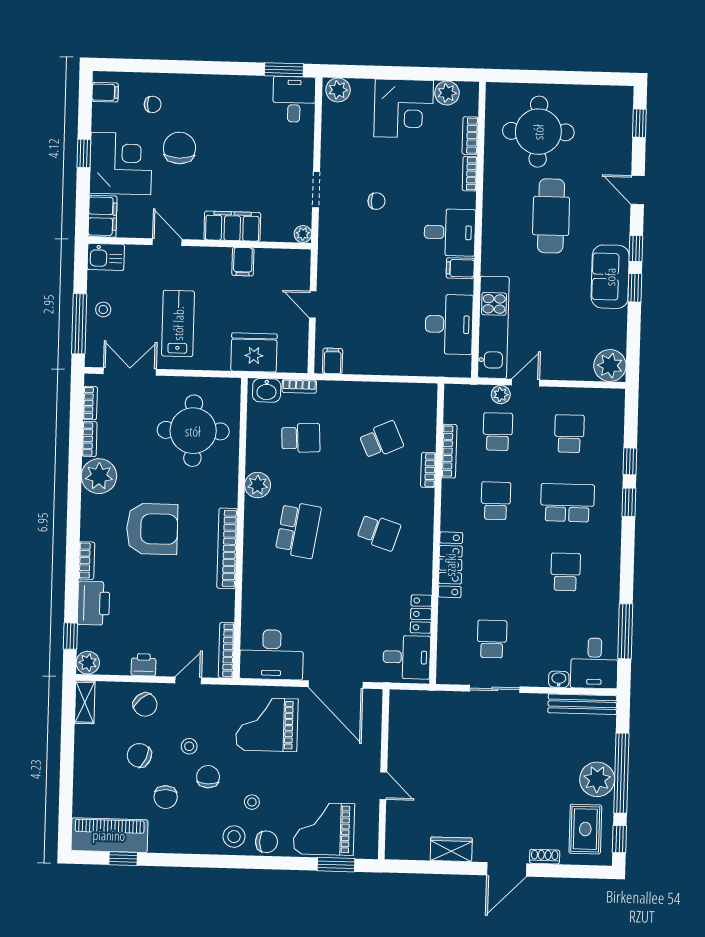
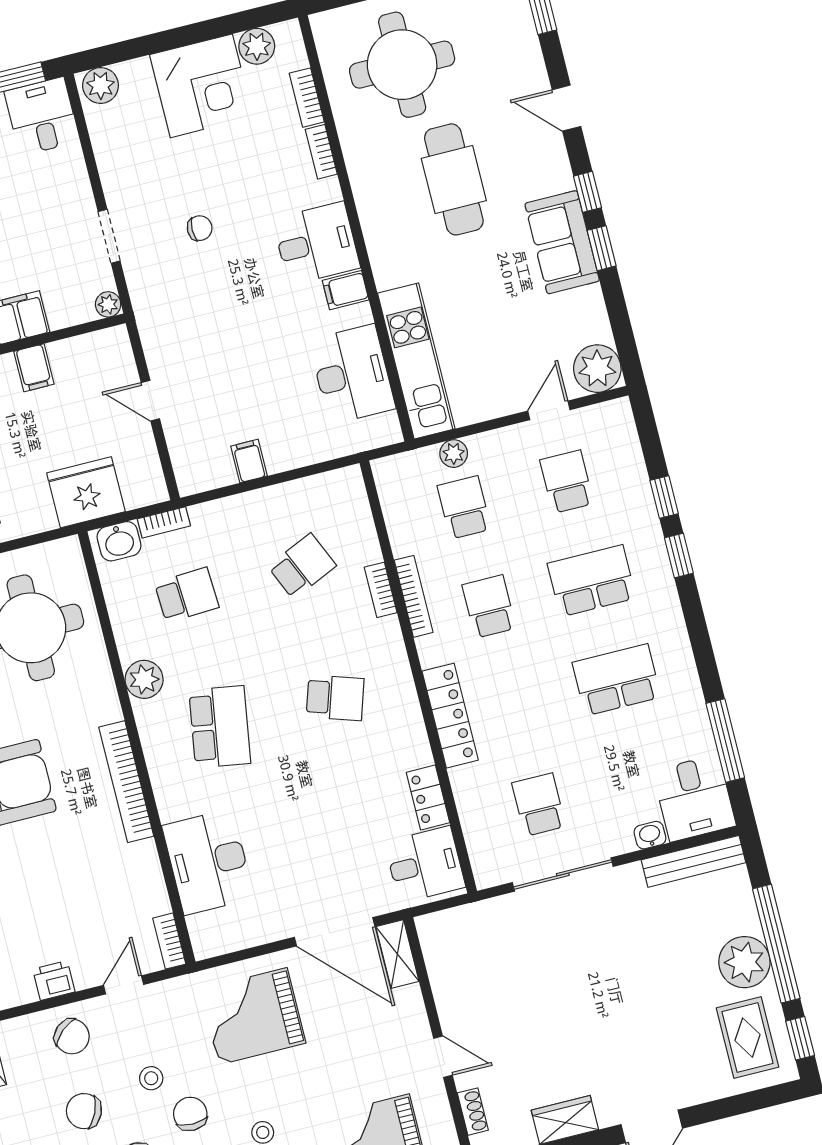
filing cabinet: (333, 361) -> (249, 461), moved
door: (526, 383) -> (549, 410), moved
bookcase: (449, 451) -> (414, 596), moved
school desk: (565, 572) -> (617, 680), width x1.85
bookcase: (226, 650) -> (169, 941), width x0.64
desk: (272, 655) -> (208, 862), moved, turned 90
sliding door: (495, 689) -> (563, 874), width x1.37
shelving: (372, 710) -> (397, 954), added
shoe rack: (545, 857) -> (473, 1112), moved, turned 90

